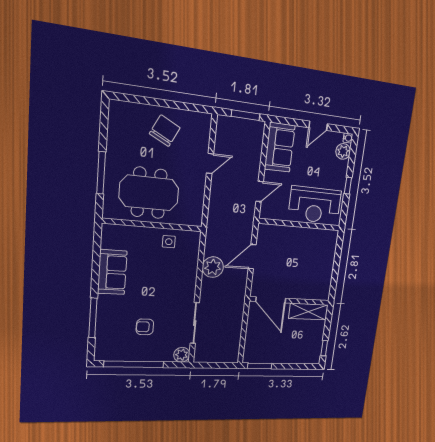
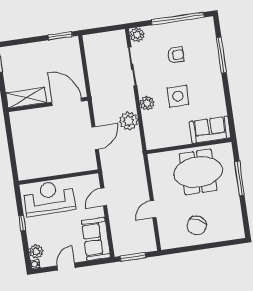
side table: (169, 242) -> (178, 96), moved, width x1.87, depth x1.87
sofa: (112, 272) -> (210, 130), moved, turned 90
plant: (189, 282) -> (147, 103), added

